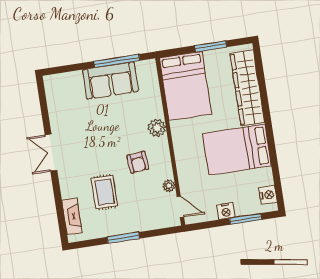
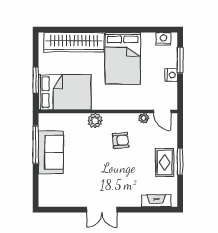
window: (211, 46) -> (36, 80), moved
rug: (104, 192) -> (165, 162), moved, turned 90
door: (180, 207) -> (162, 111), swing flipped

